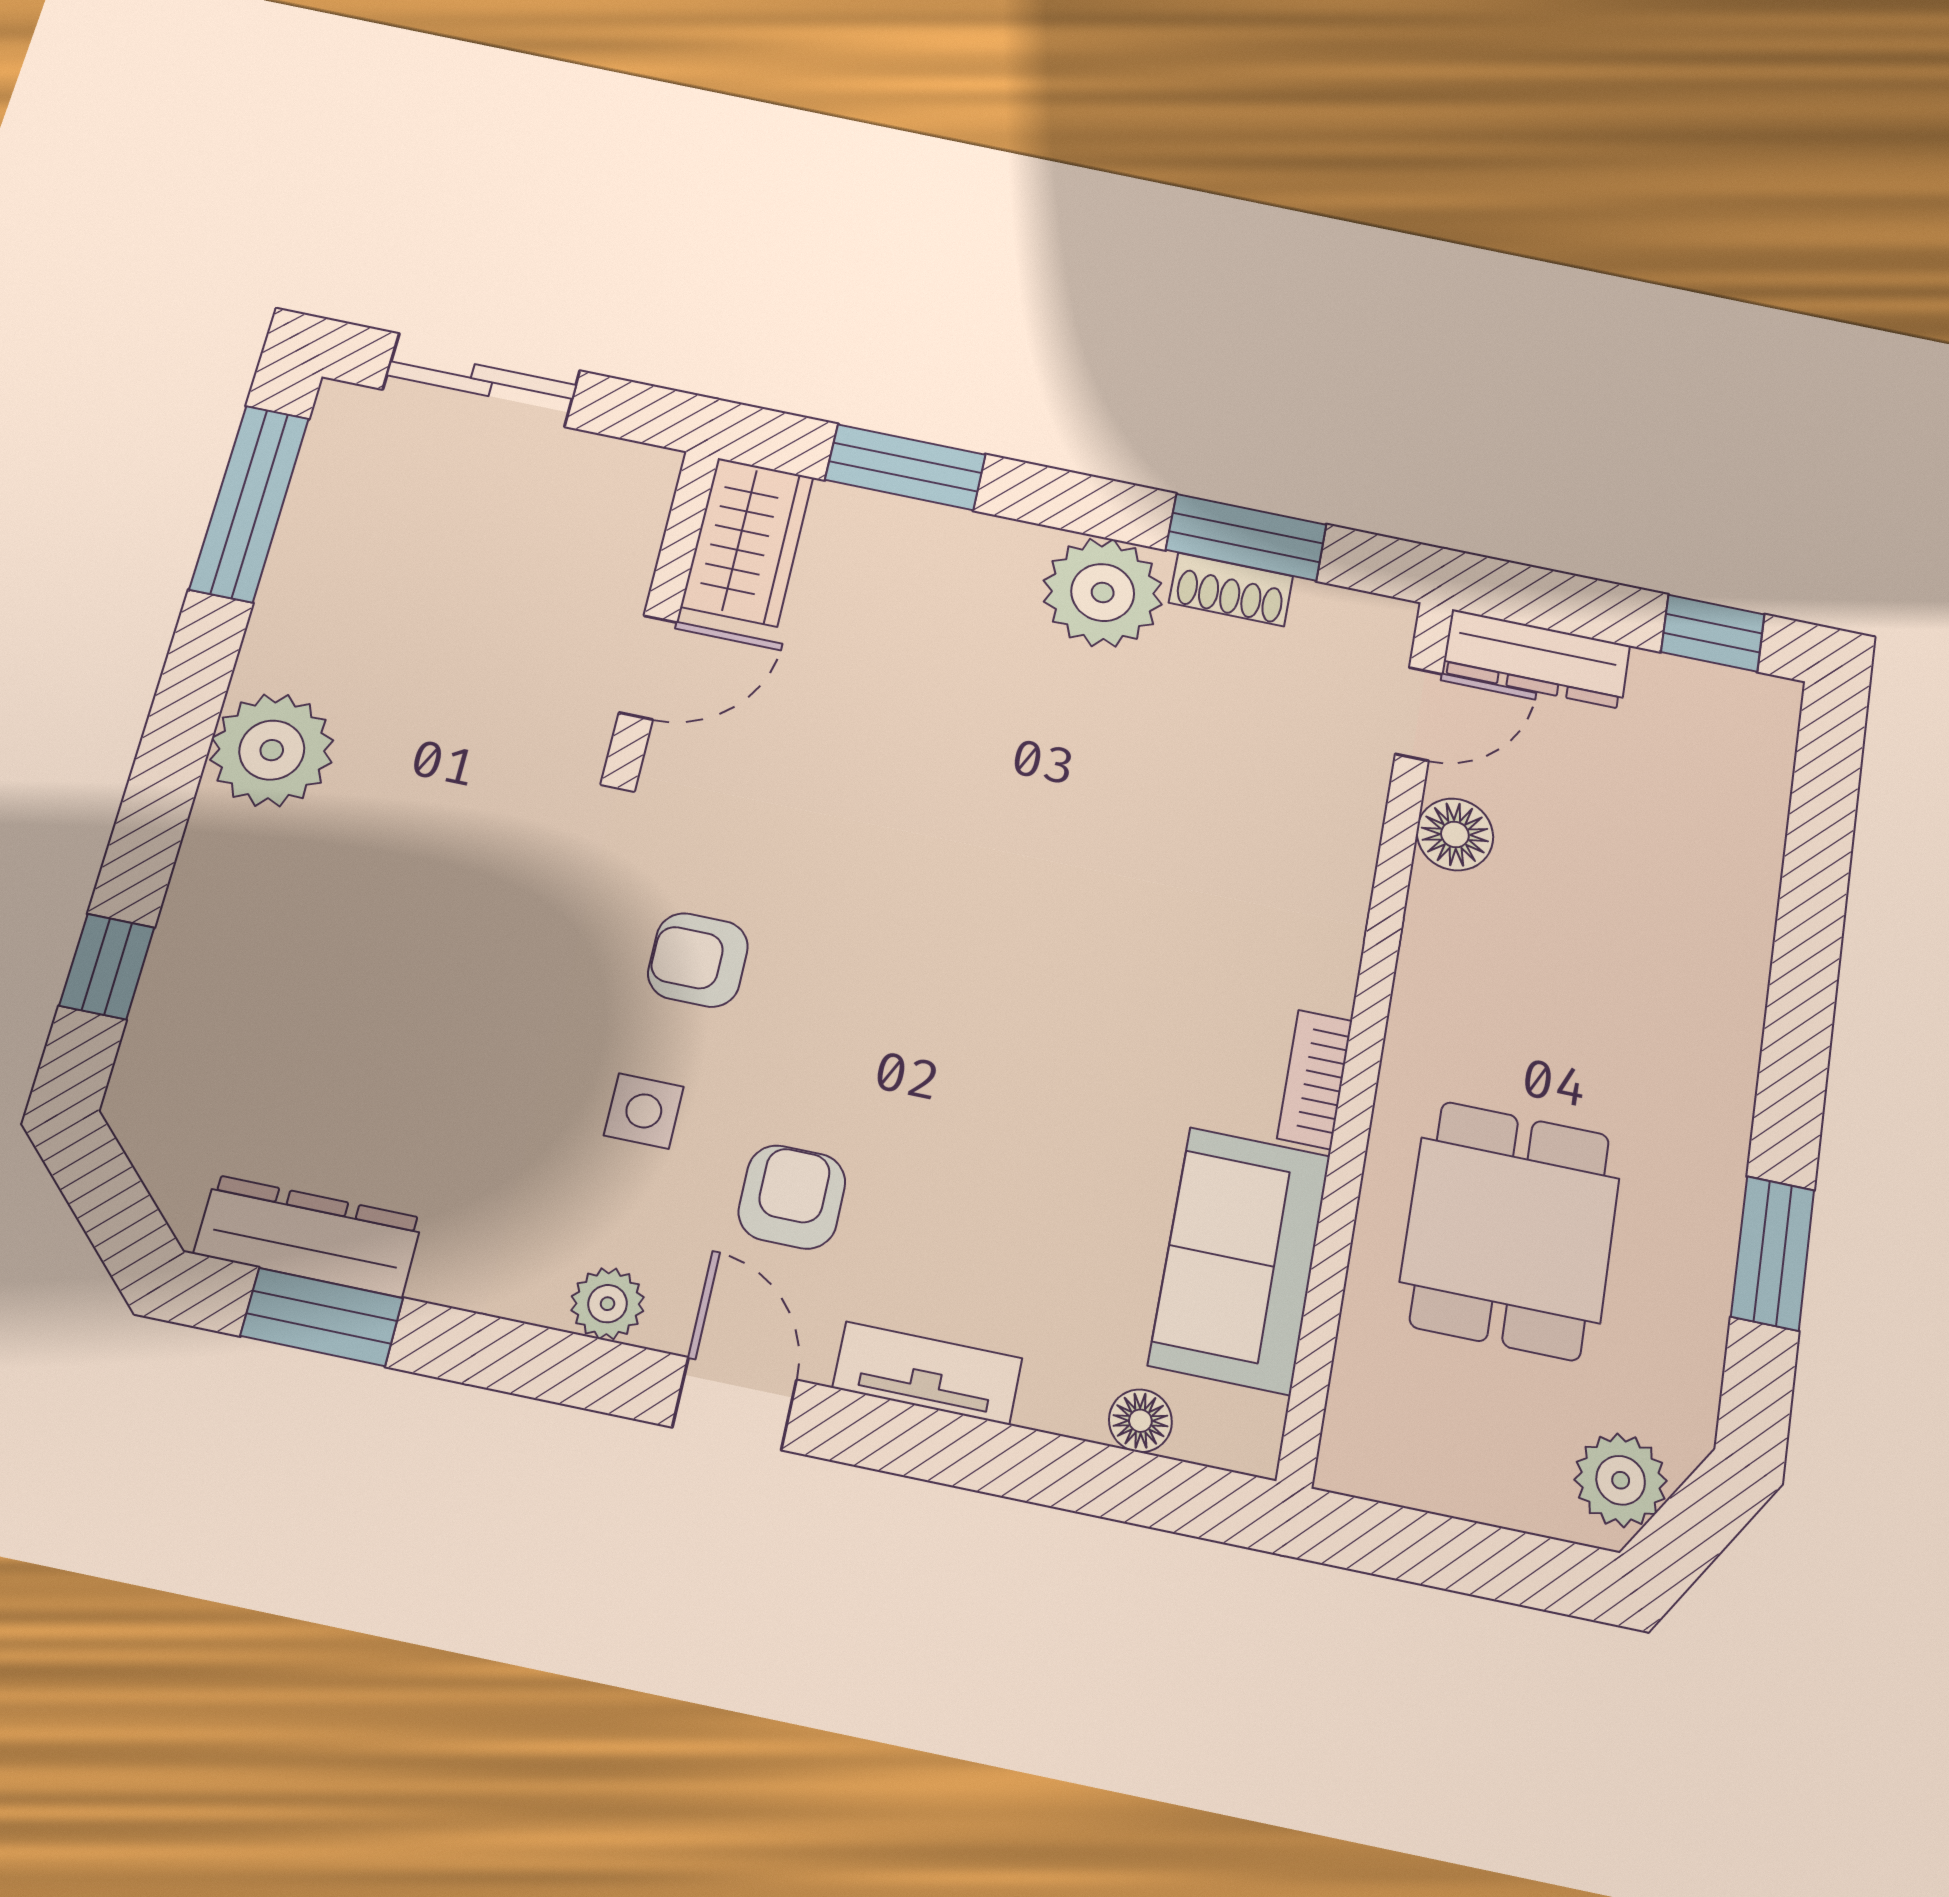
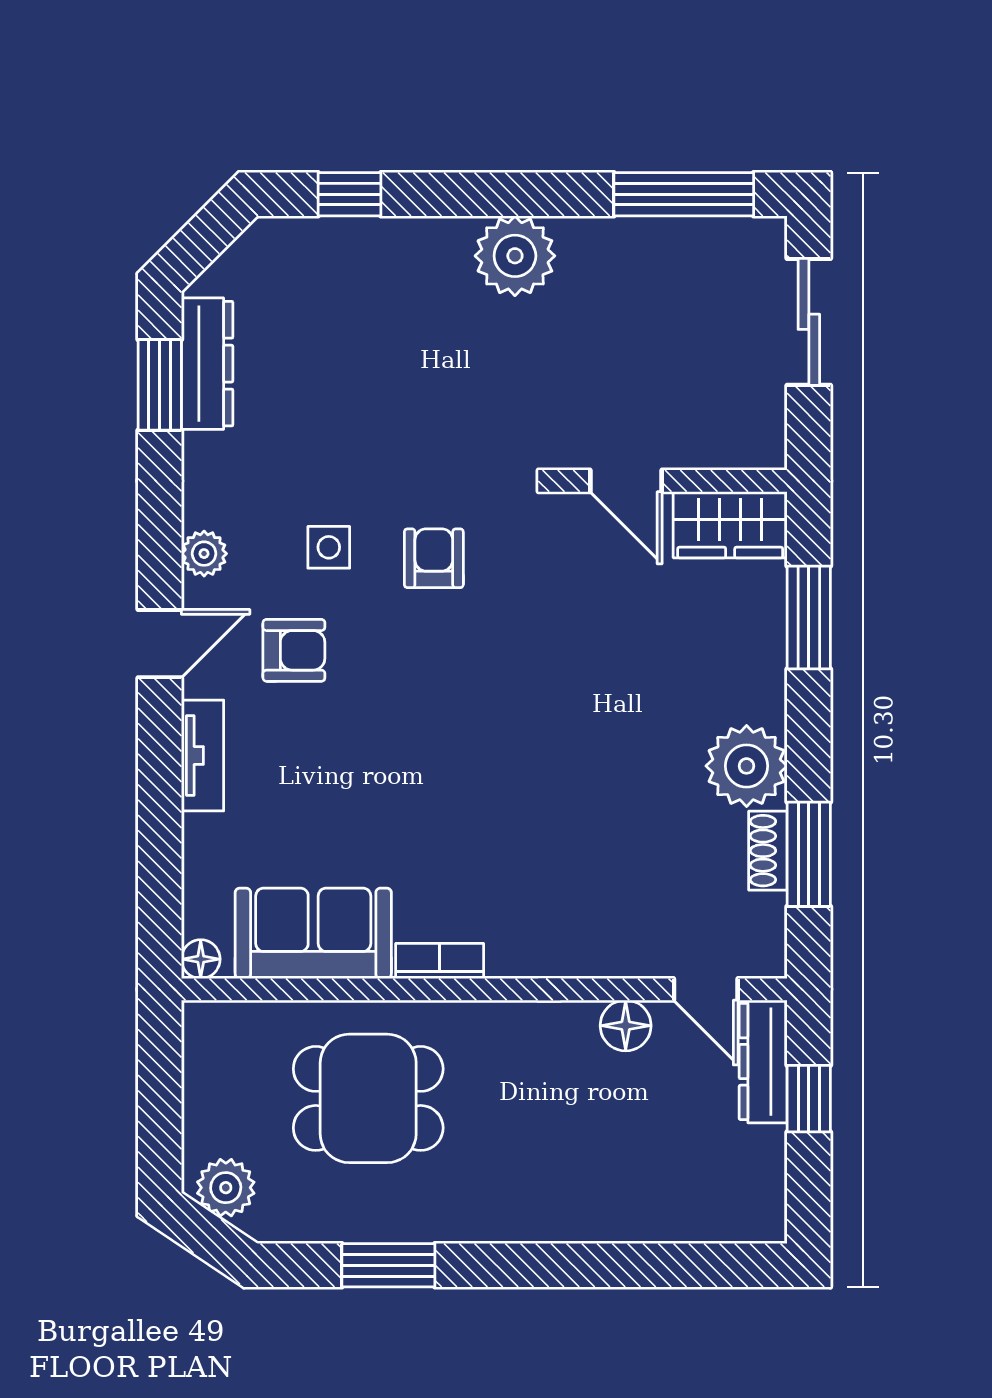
window: (1713, 633) -> (809, 1099), moved
floor lamp: (1140, 1421) -> (201, 959), moved

